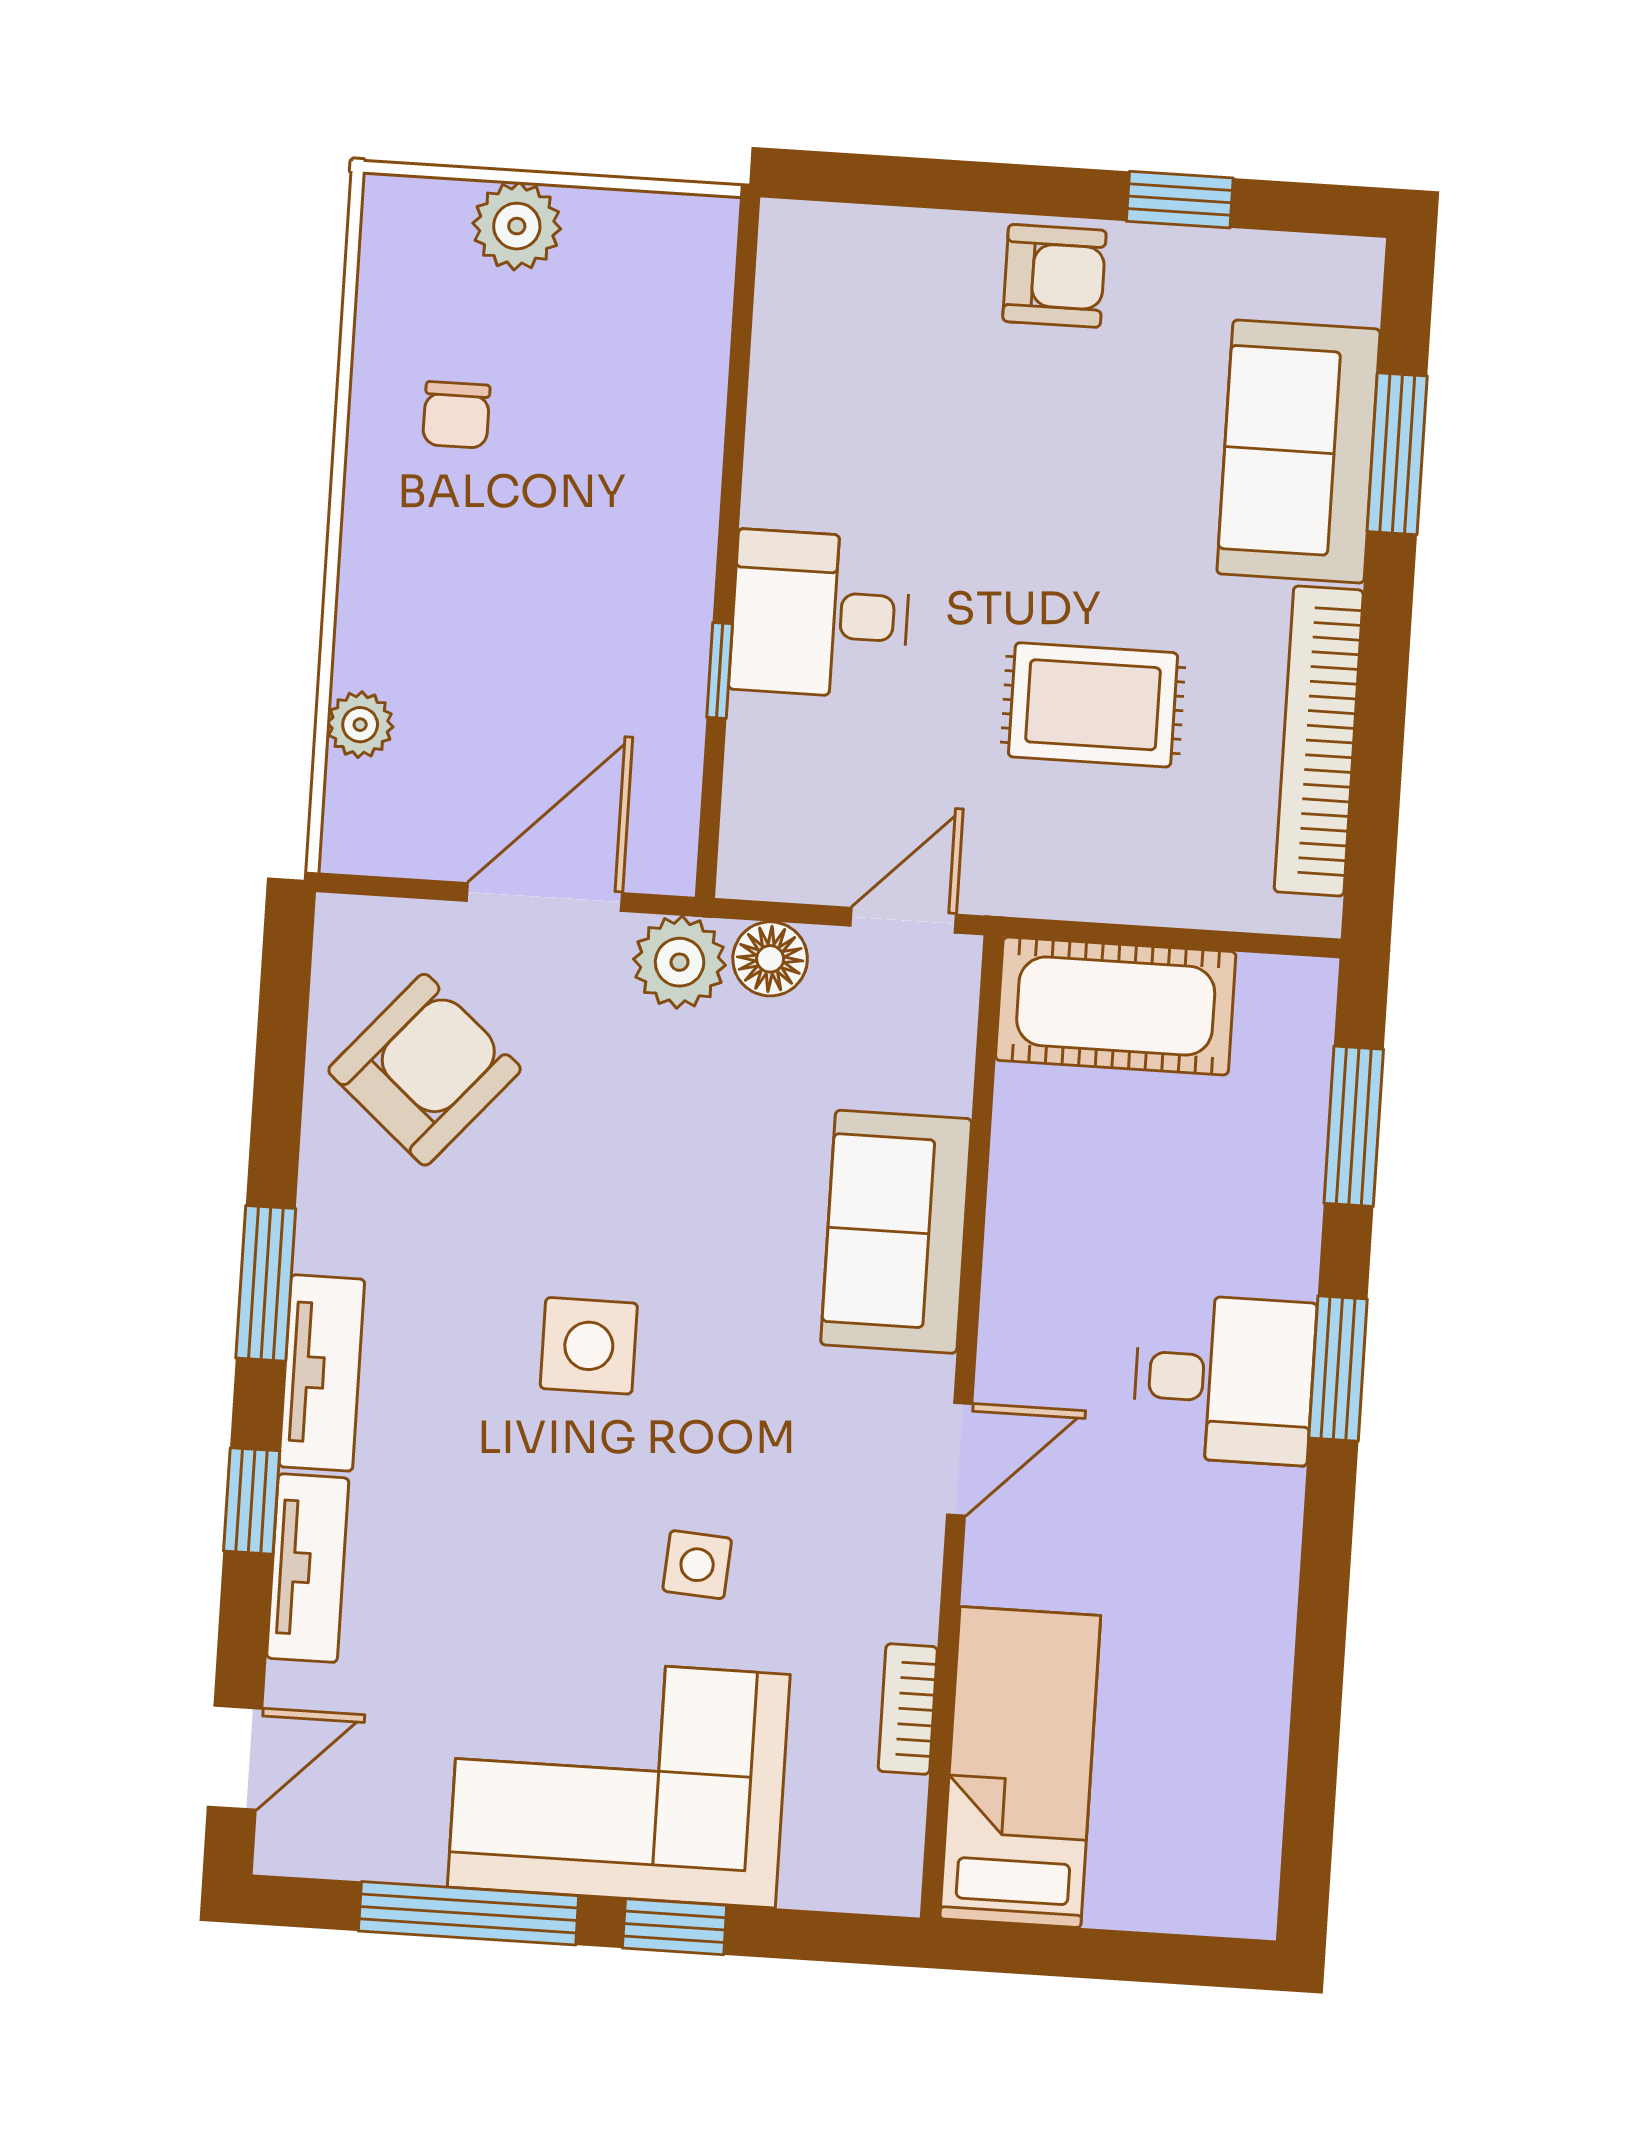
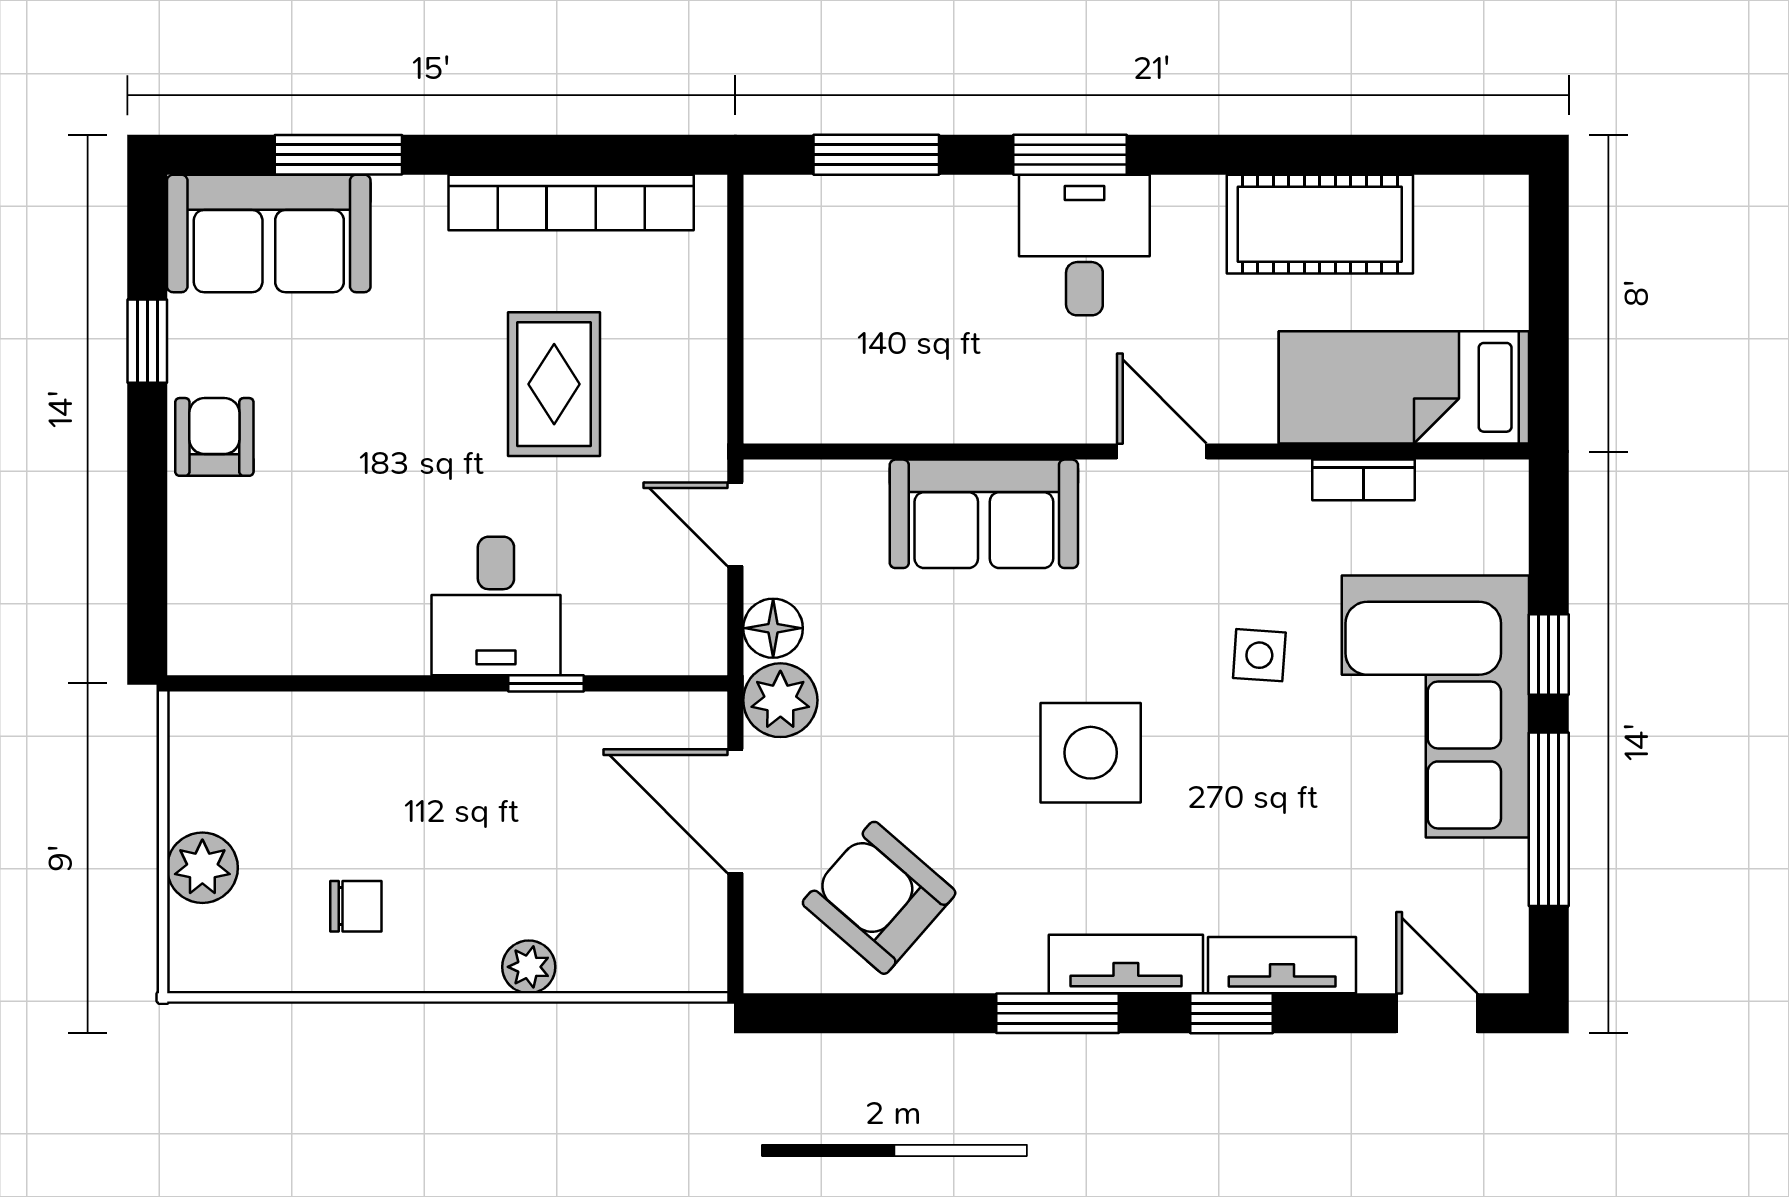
sofa: (1299, 451) -> (269, 233), moved
plant: (360, 725) -> (529, 967), moved
cot: (1116, 1006) -> (1320, 224), moved, turned 90
side table: (589, 1346) -> (1091, 753), width x1.37, depth x1.37

